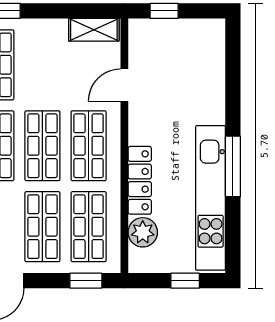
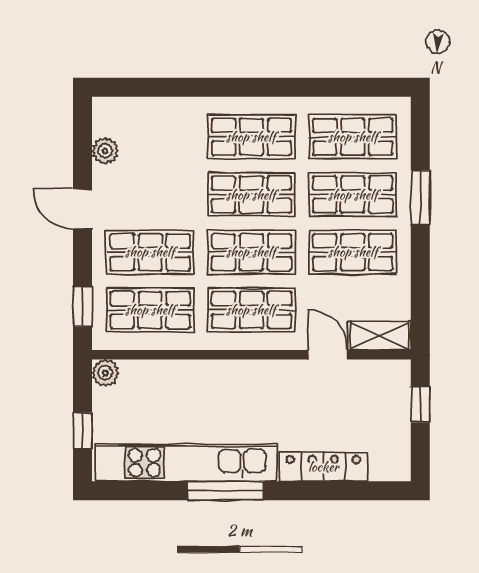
shelving: (94, 30) -> (379, 336), moved, turned 90
shop shelf: (42, 65) -> (353, 252), added
locker: (140, 180) -> (323, 467), moved, turned 180
plant: (143, 232) -> (105, 373), moved, width x0.73, depth x0.73

